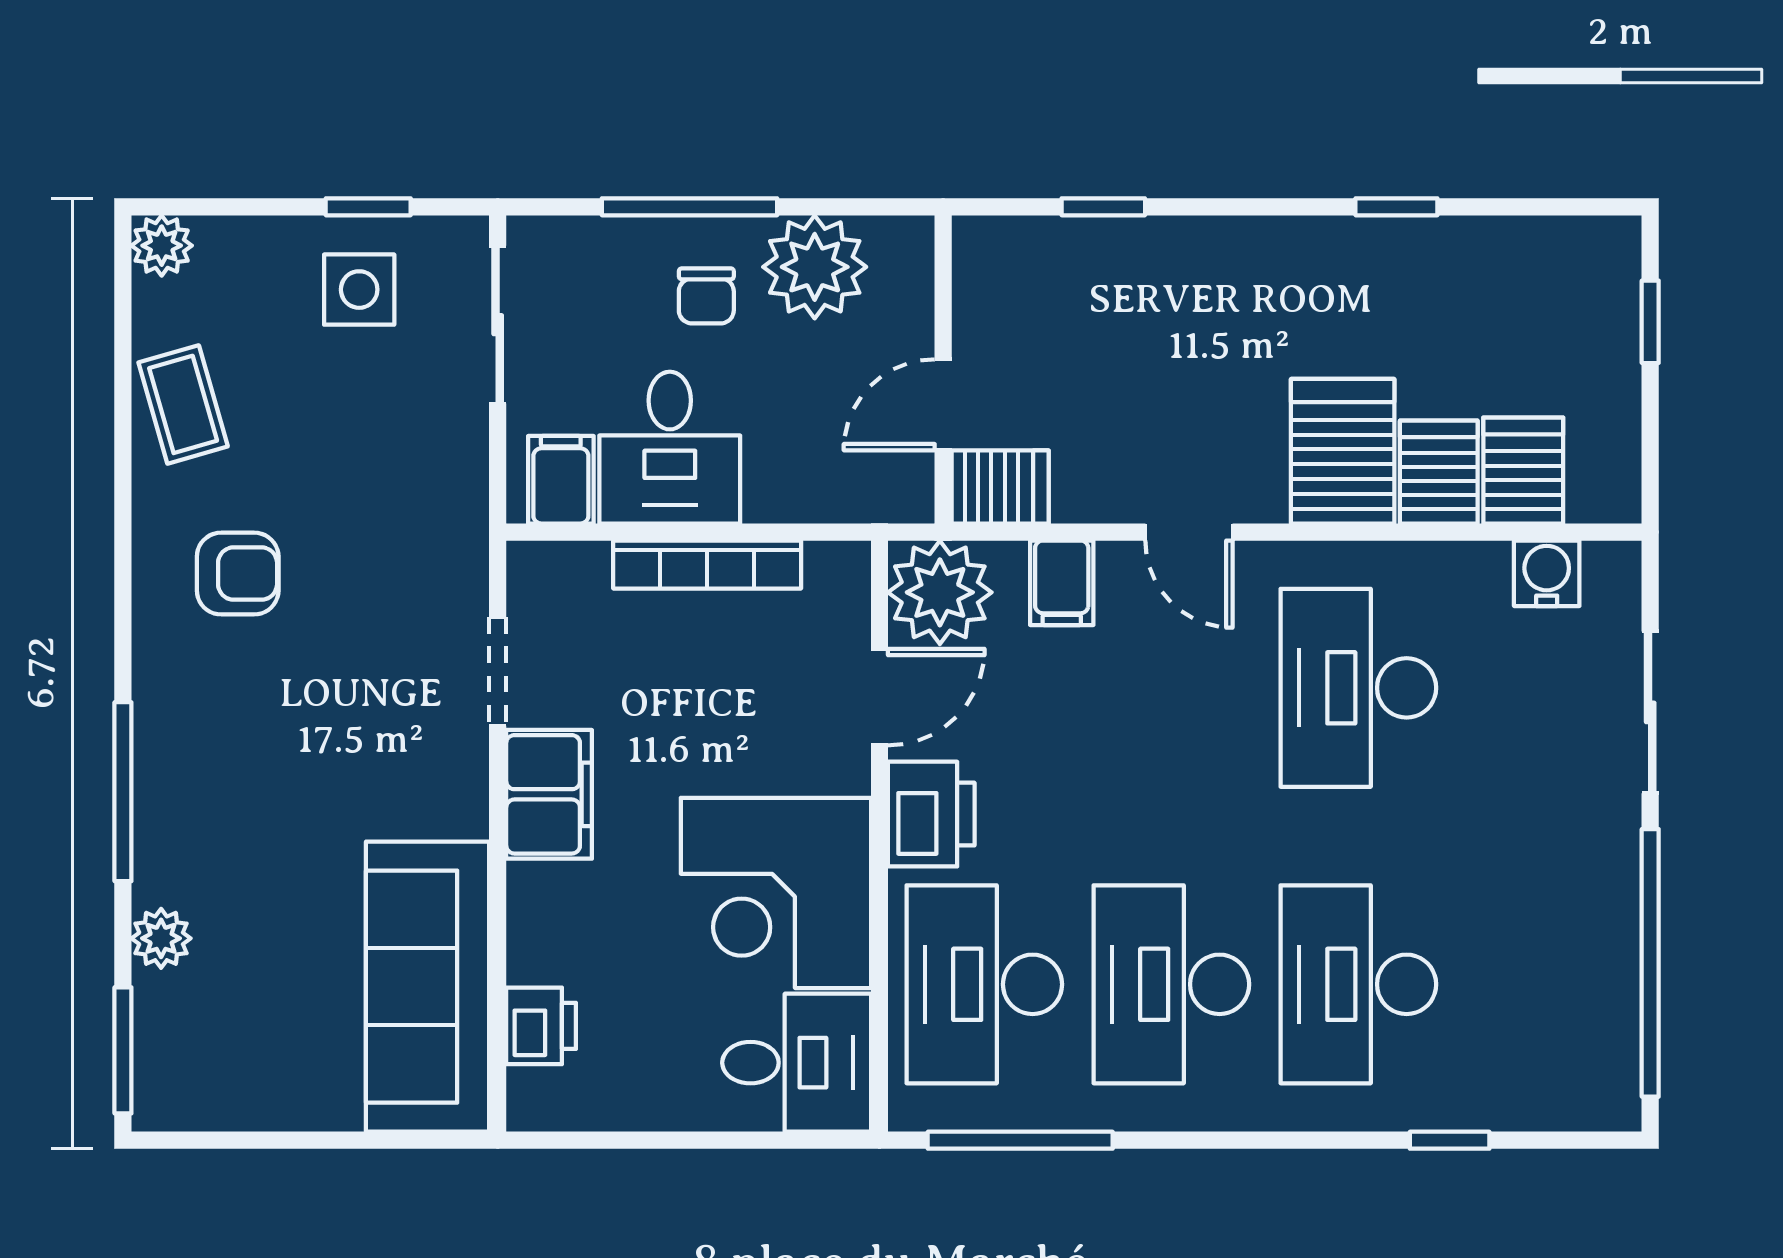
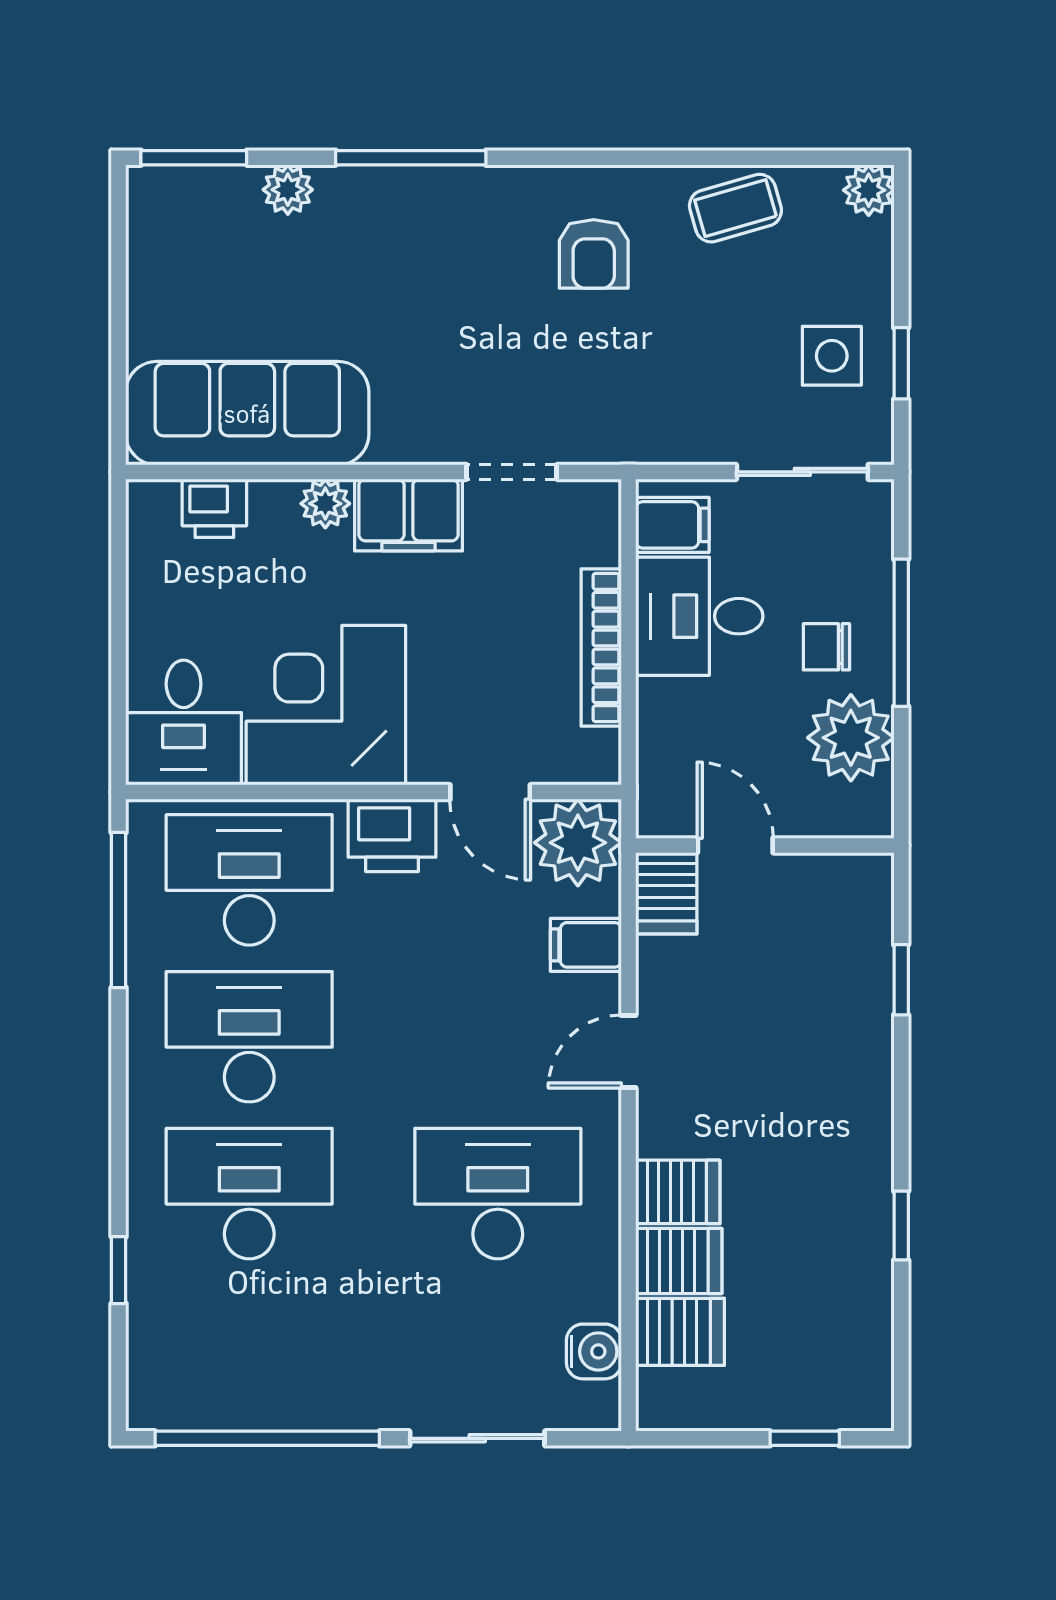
server rack: (1343, 451) -> (678, 1192), width x0.73, depth x0.70
plant: (535, 894) -> (325, 504), added

